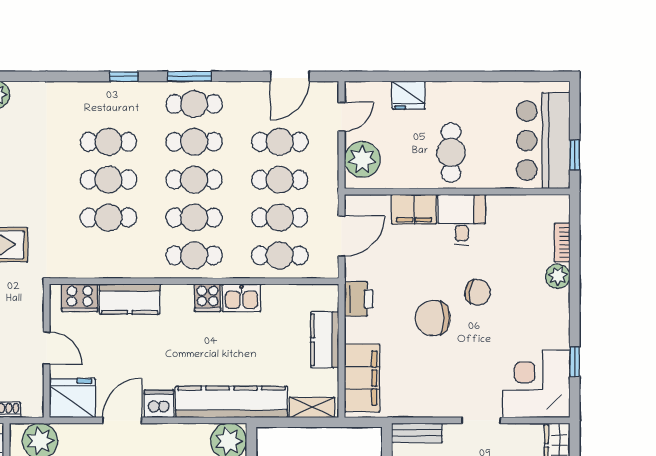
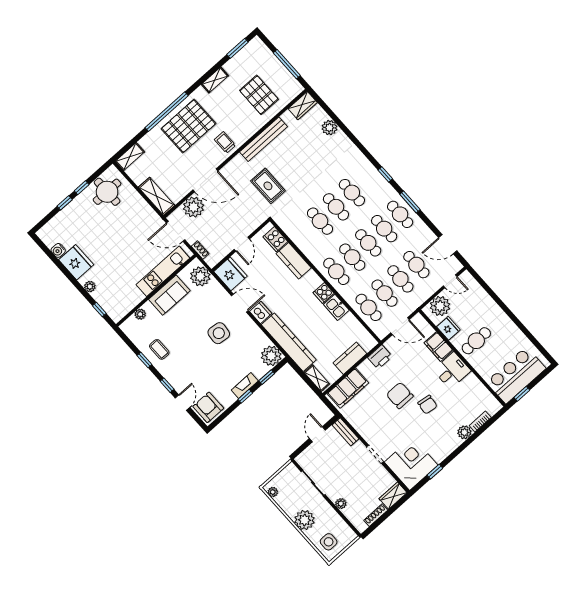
fridge: (409, 95) -> (448, 328), moved, turned 180

